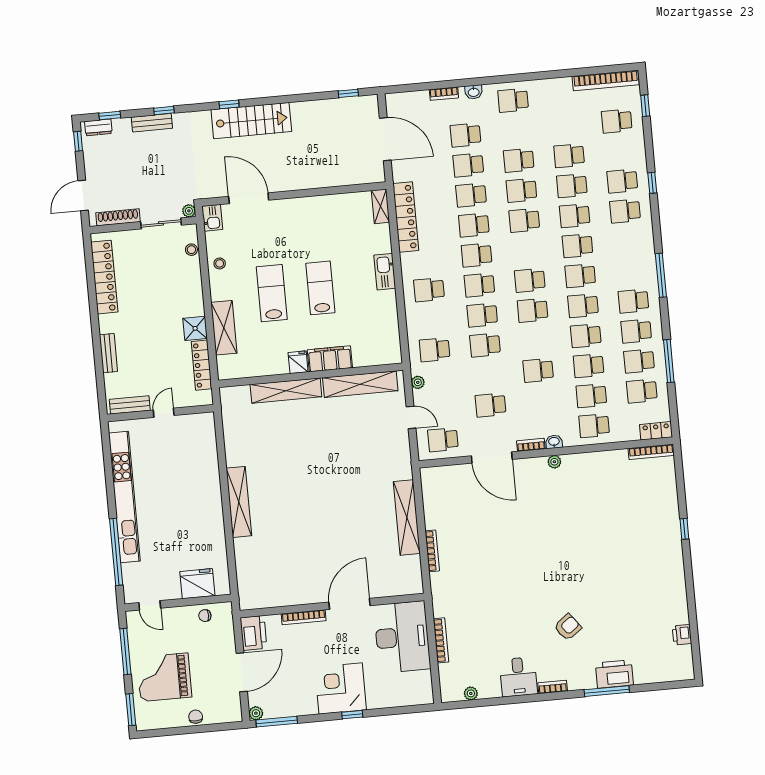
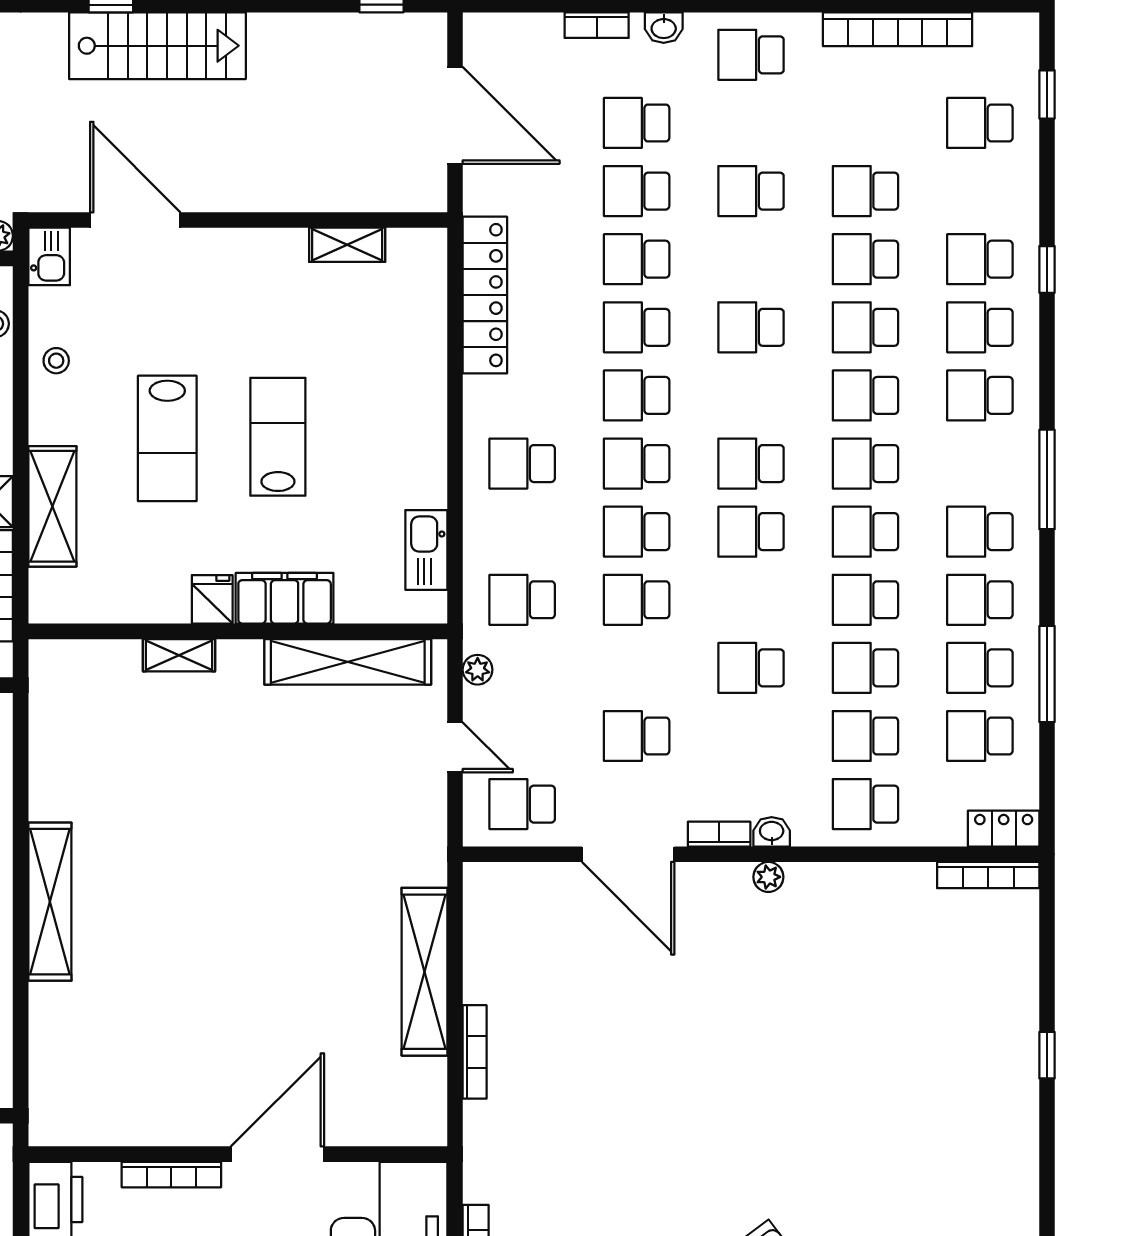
bookcase: (606, 80) -> (898, 29), moved
school desk: (521, 190) -> (980, 395), moved
shelving: (380, 206) -> (347, 245), moved, turned 90
kitchen sink: (385, 272) -> (426, 550), moved
lab bench: (272, 293) -> (167, 438), turned 180
shelving: (286, 391) -> (179, 655), width x0.45, depth x0.75

